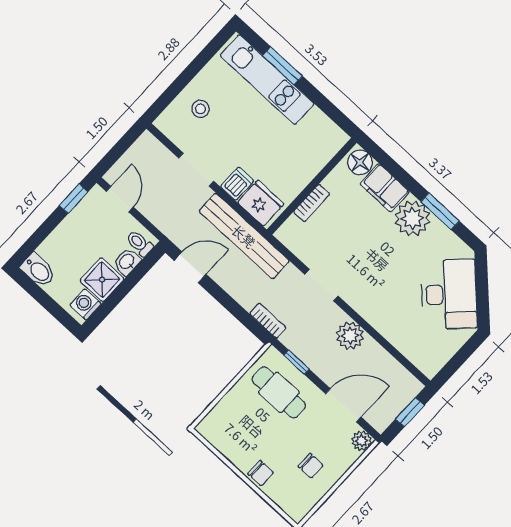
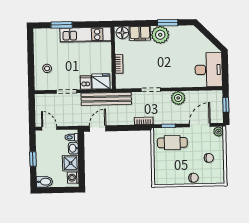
kitchen unit: (267, 80) -> (86, 35), moved
window: (73, 199) -> (33, 159), moved
desk: (449, 294) -> (209, 70), moved, turned 45

